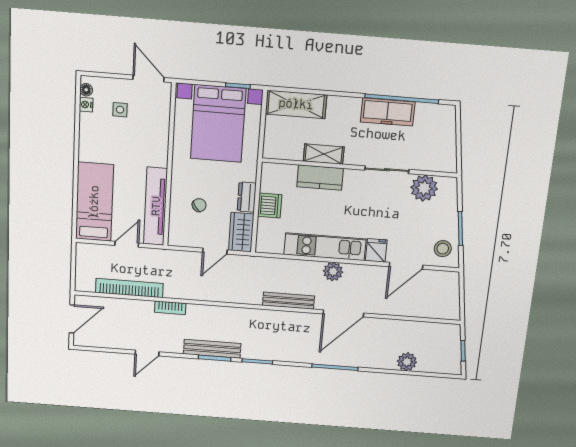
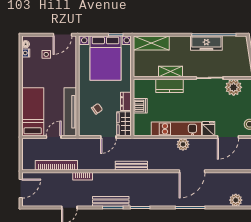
door: (148, 79) -> (62, 35), swing flipped
bench: (288, 301) -> (131, 166), moved

